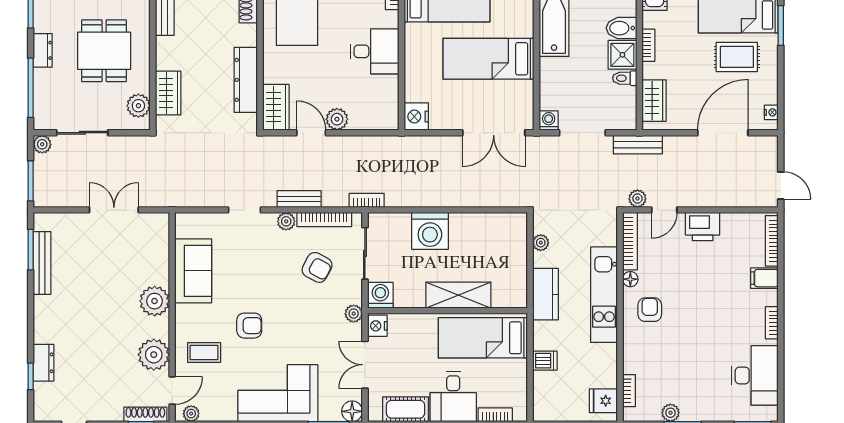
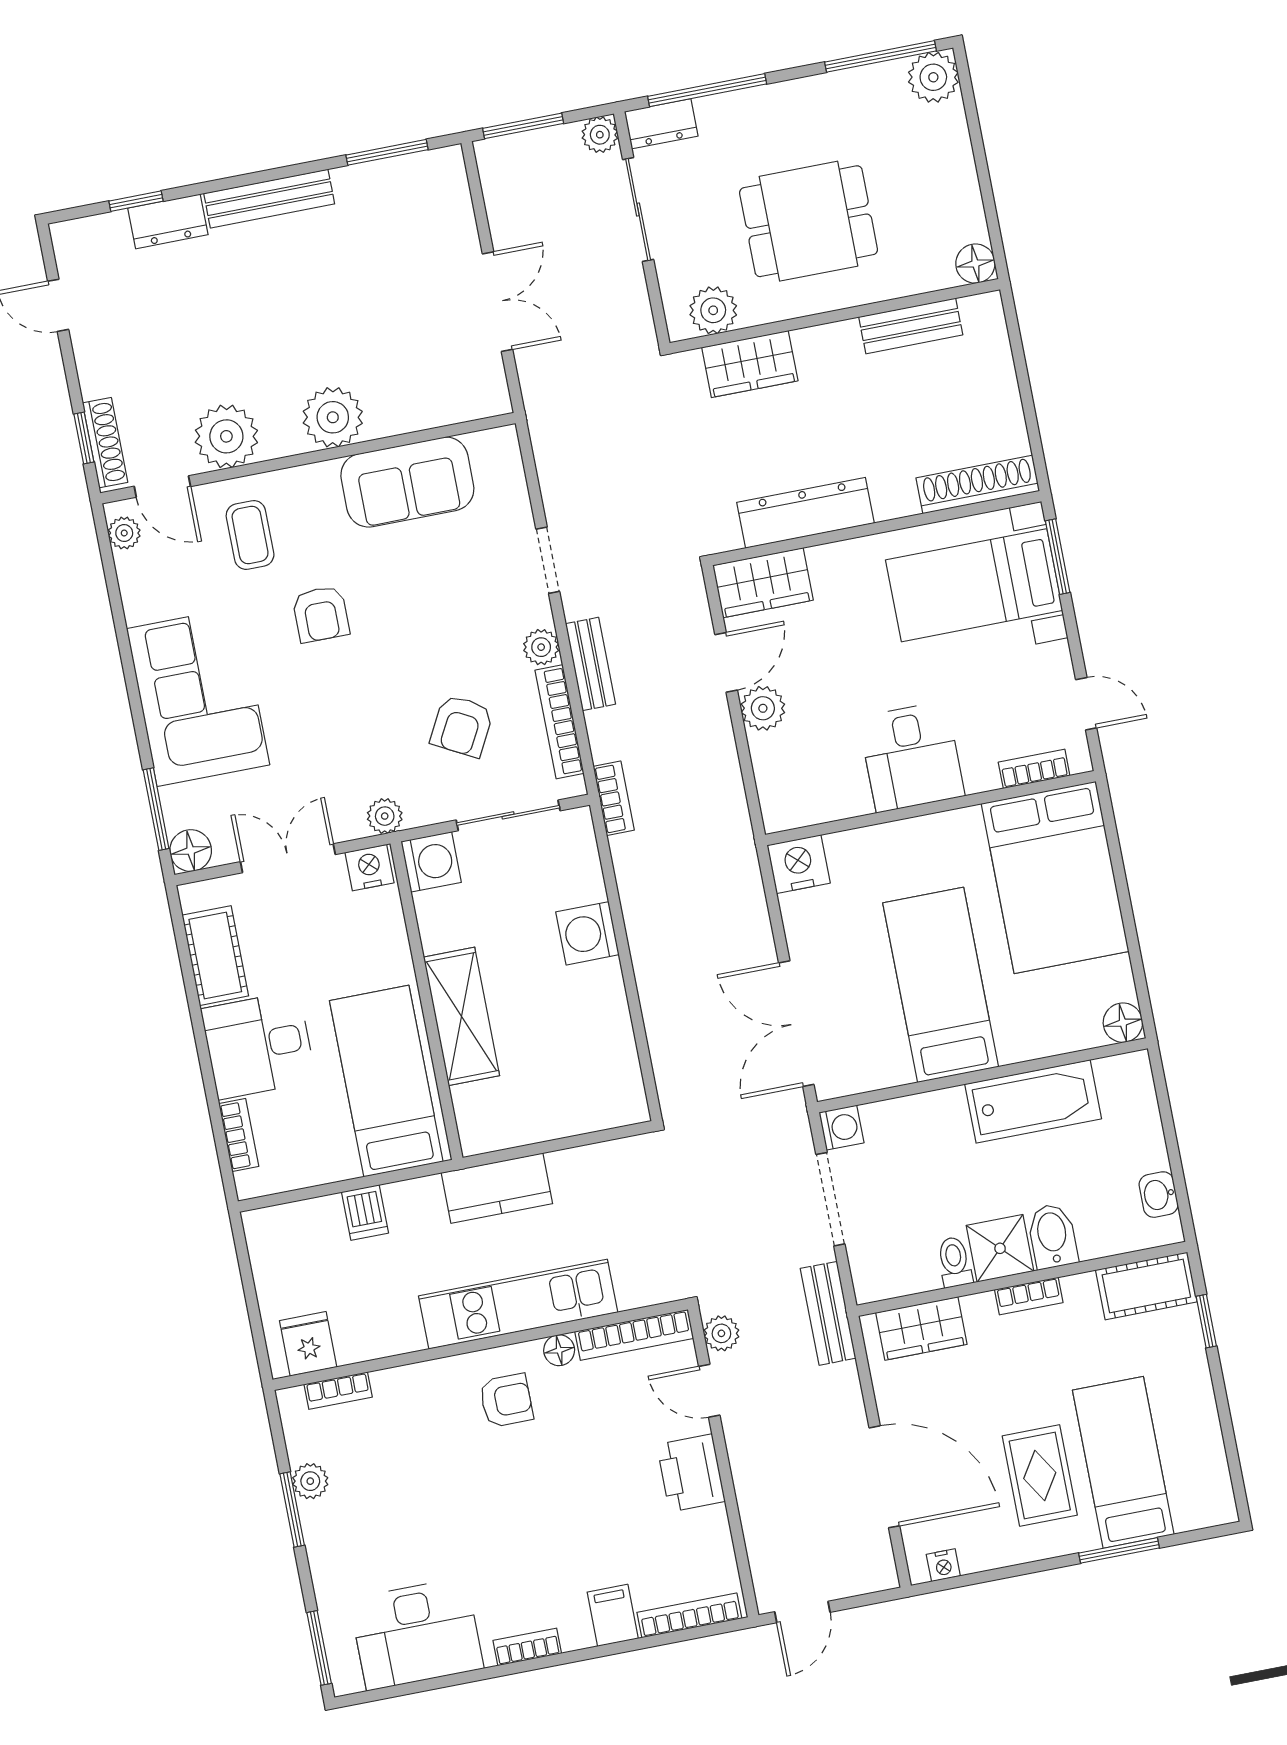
dresser: (43, 50) -> (661, 124), moved
washing machine: (430, 231) -> (587, 933), width x0.73, depth x0.73
plant: (541, 243) -> (597, 1159), removed
bench: (42, 263) -> (269, 199), moved

